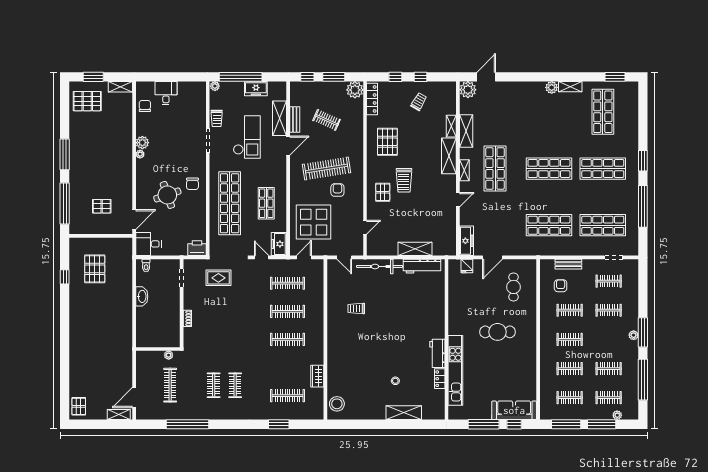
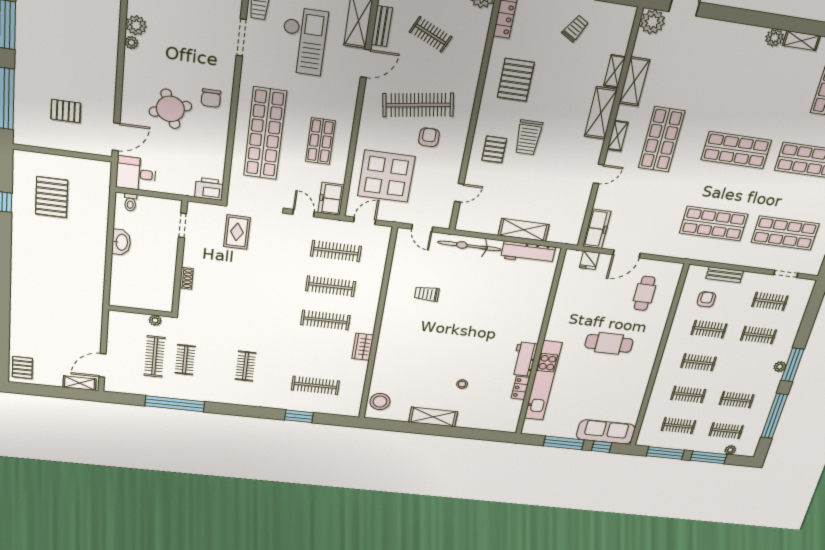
rug: (218, 278) -> (237, 232), turned 90
wardrobe: (317, 376) -> (363, 347), moved
clothes rail: (214, 385) -> (185, 360), moved
shelving: (404, 413) -> (433, 417), moved

